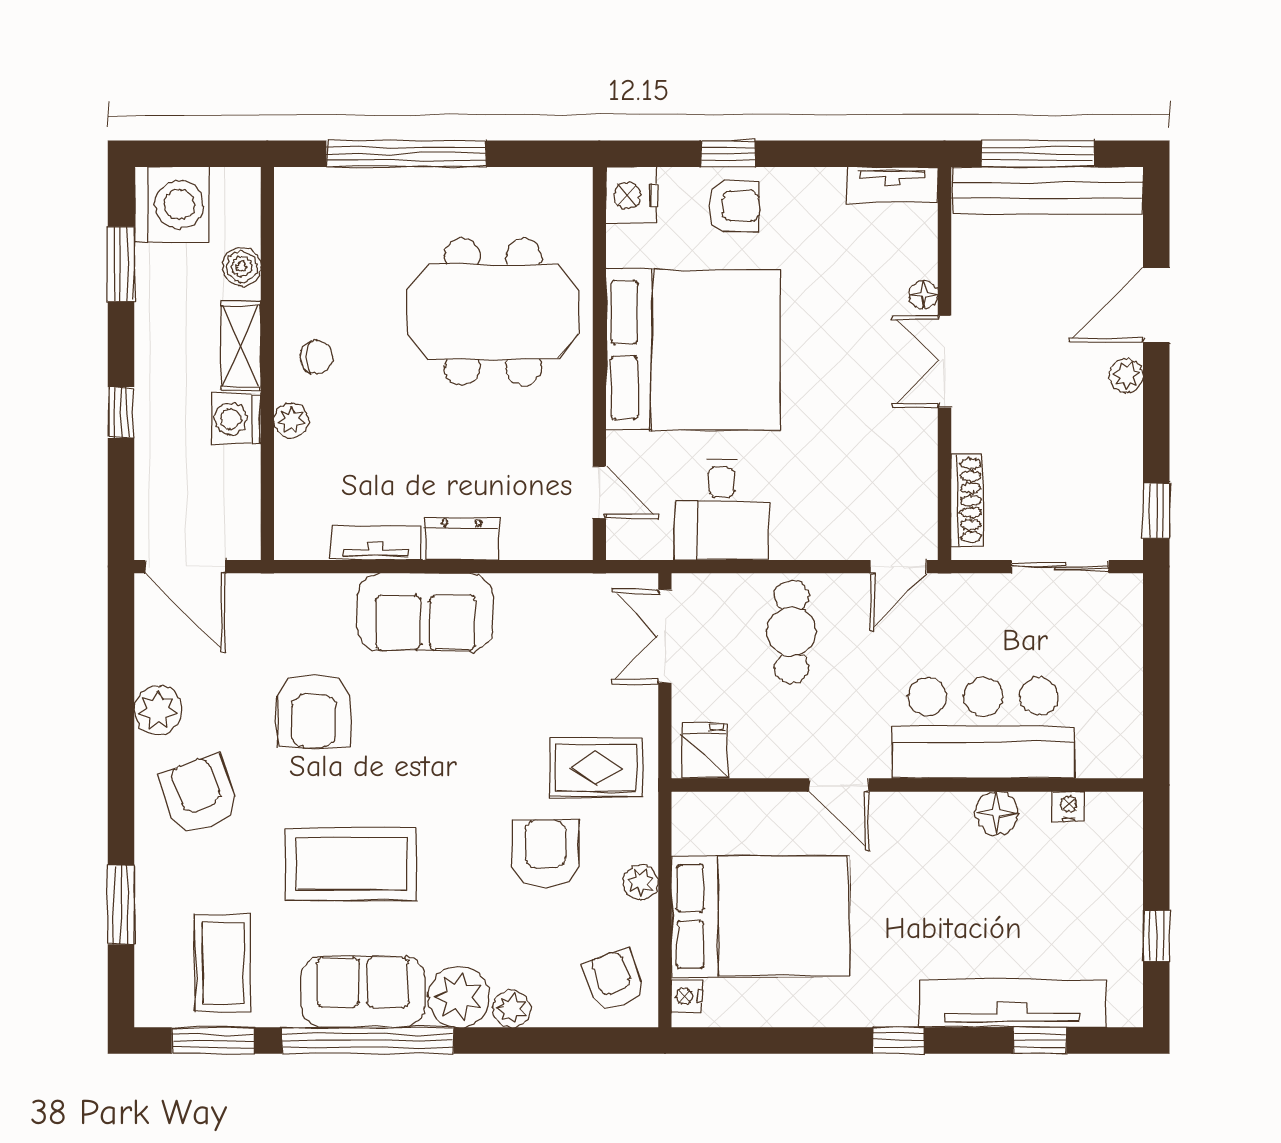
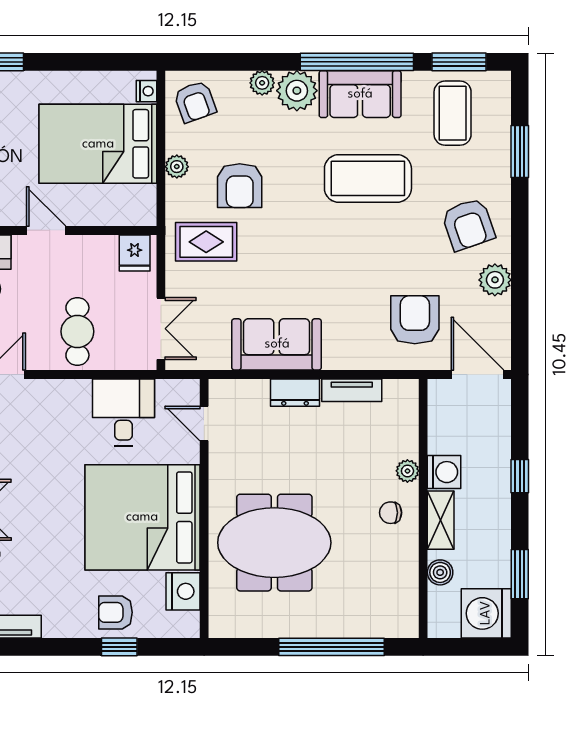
nightstand: (631, 195) -> (183, 591), moved
sofa: (425, 612) -> (277, 344), moved
armchair: (314, 711) -> (415, 320), moved

